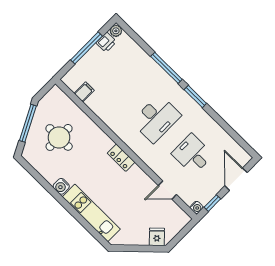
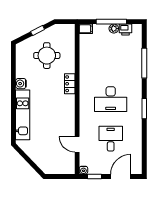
plant: (116, 31) -> (114, 29), moved
window: (166, 68) -> (144, 63), moved
filing cabinet: (84, 92) -> (86, 29), moved
window: (28, 123) -> (38, 30), width x0.46
locker: (121, 158) -> (70, 84), moved
fridge: (157, 237) -> (45, 164), removed

